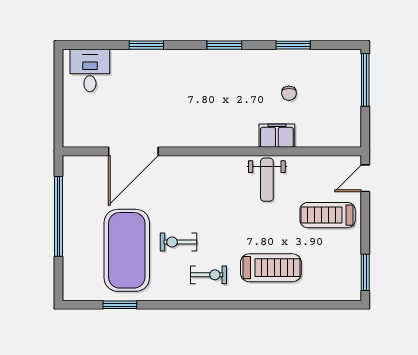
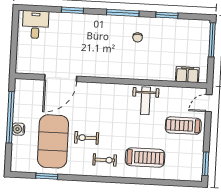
window: (224, 45) -> (123, 13), width x1.44
chair: (289, 93) -> (138, 37), moved
filing cabinet: (277, 136) -> (187, 75), moved
water cooler: (72, 234) -> (18, 129), added

